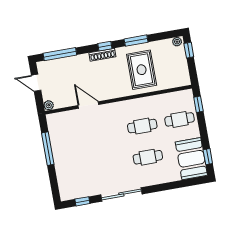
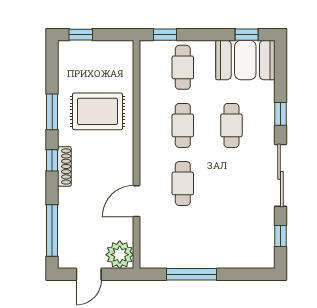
plant: (177, 42) -> (65, 50), removed
plant: (49, 105) -> (120, 255), width x1.87, depth x1.87
cafe table: (105, 133) -> (183, 183), added
window: (161, 187) -> (280, 114), added

